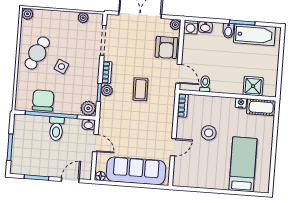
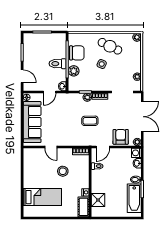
armchair: (166, 47) -> (121, 137), turned 90
plant: (88, 108) -> (74, 71), moved

